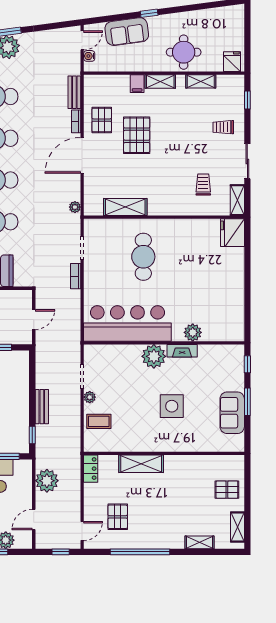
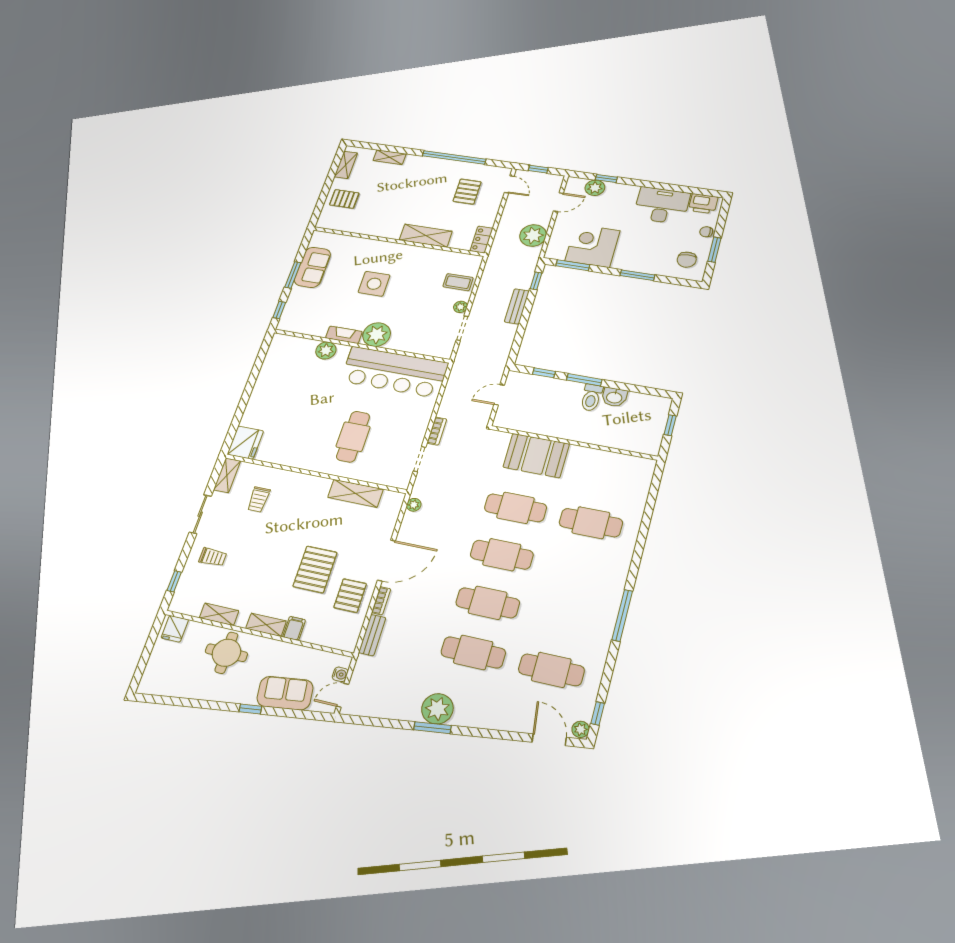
door: (82, 531) -> (509, 184), swing flipped

